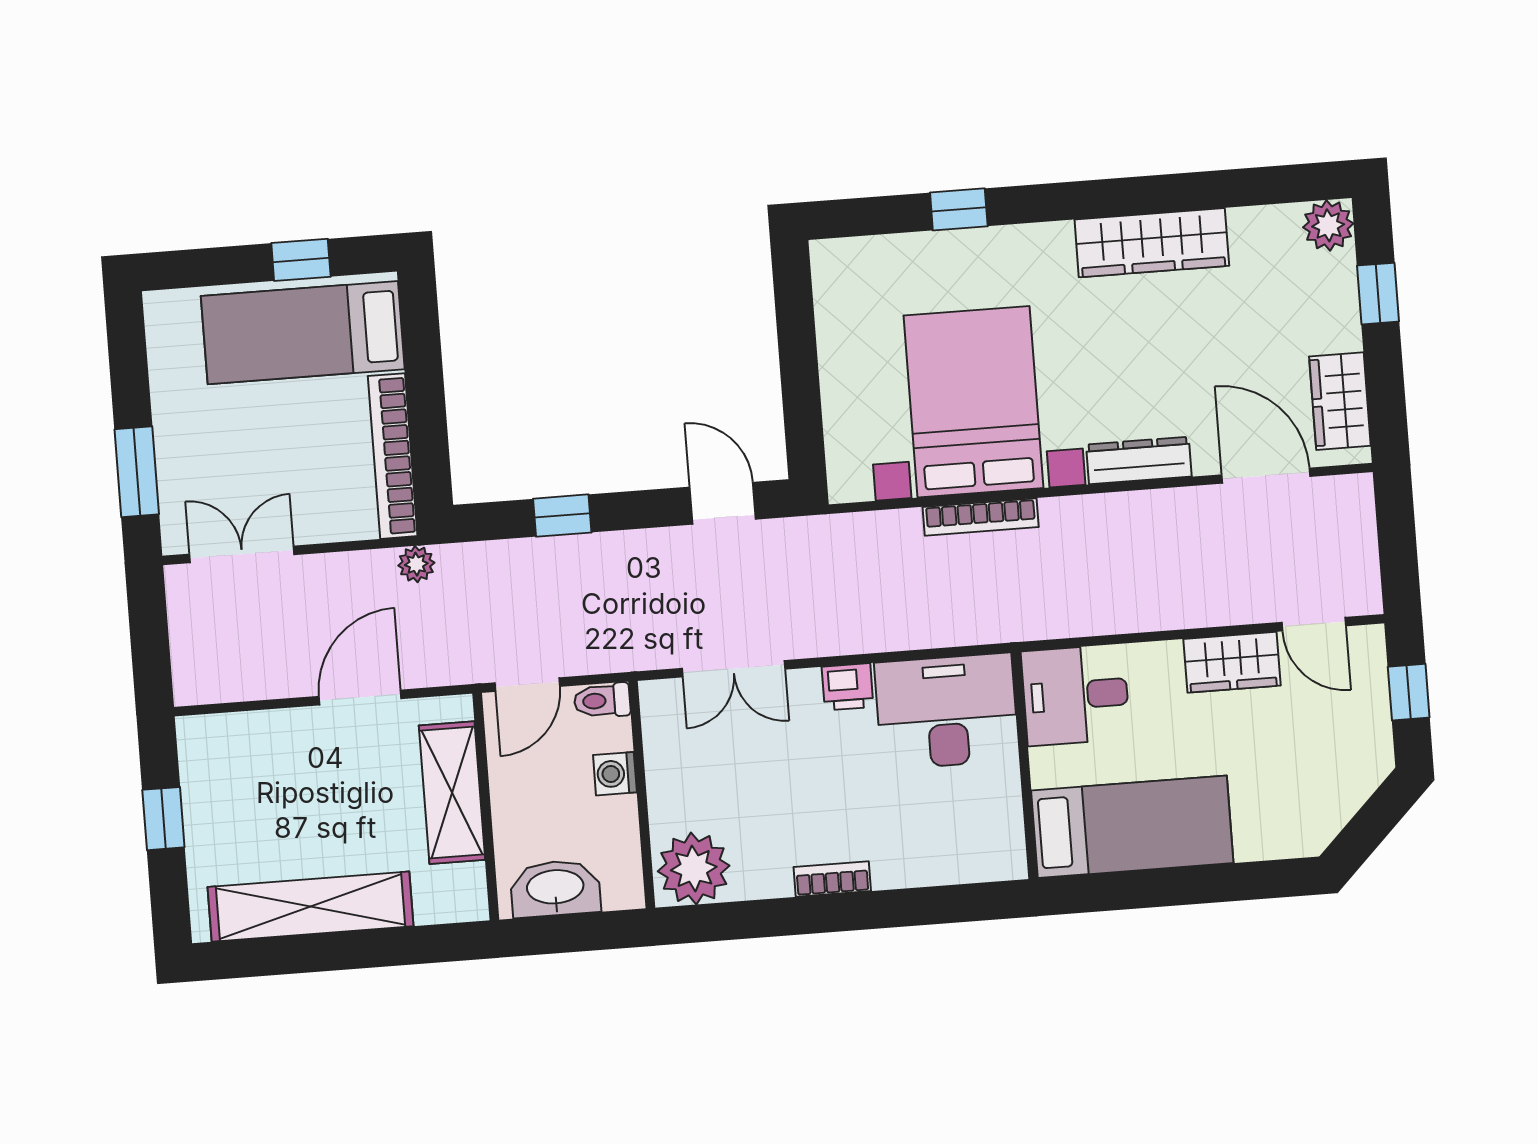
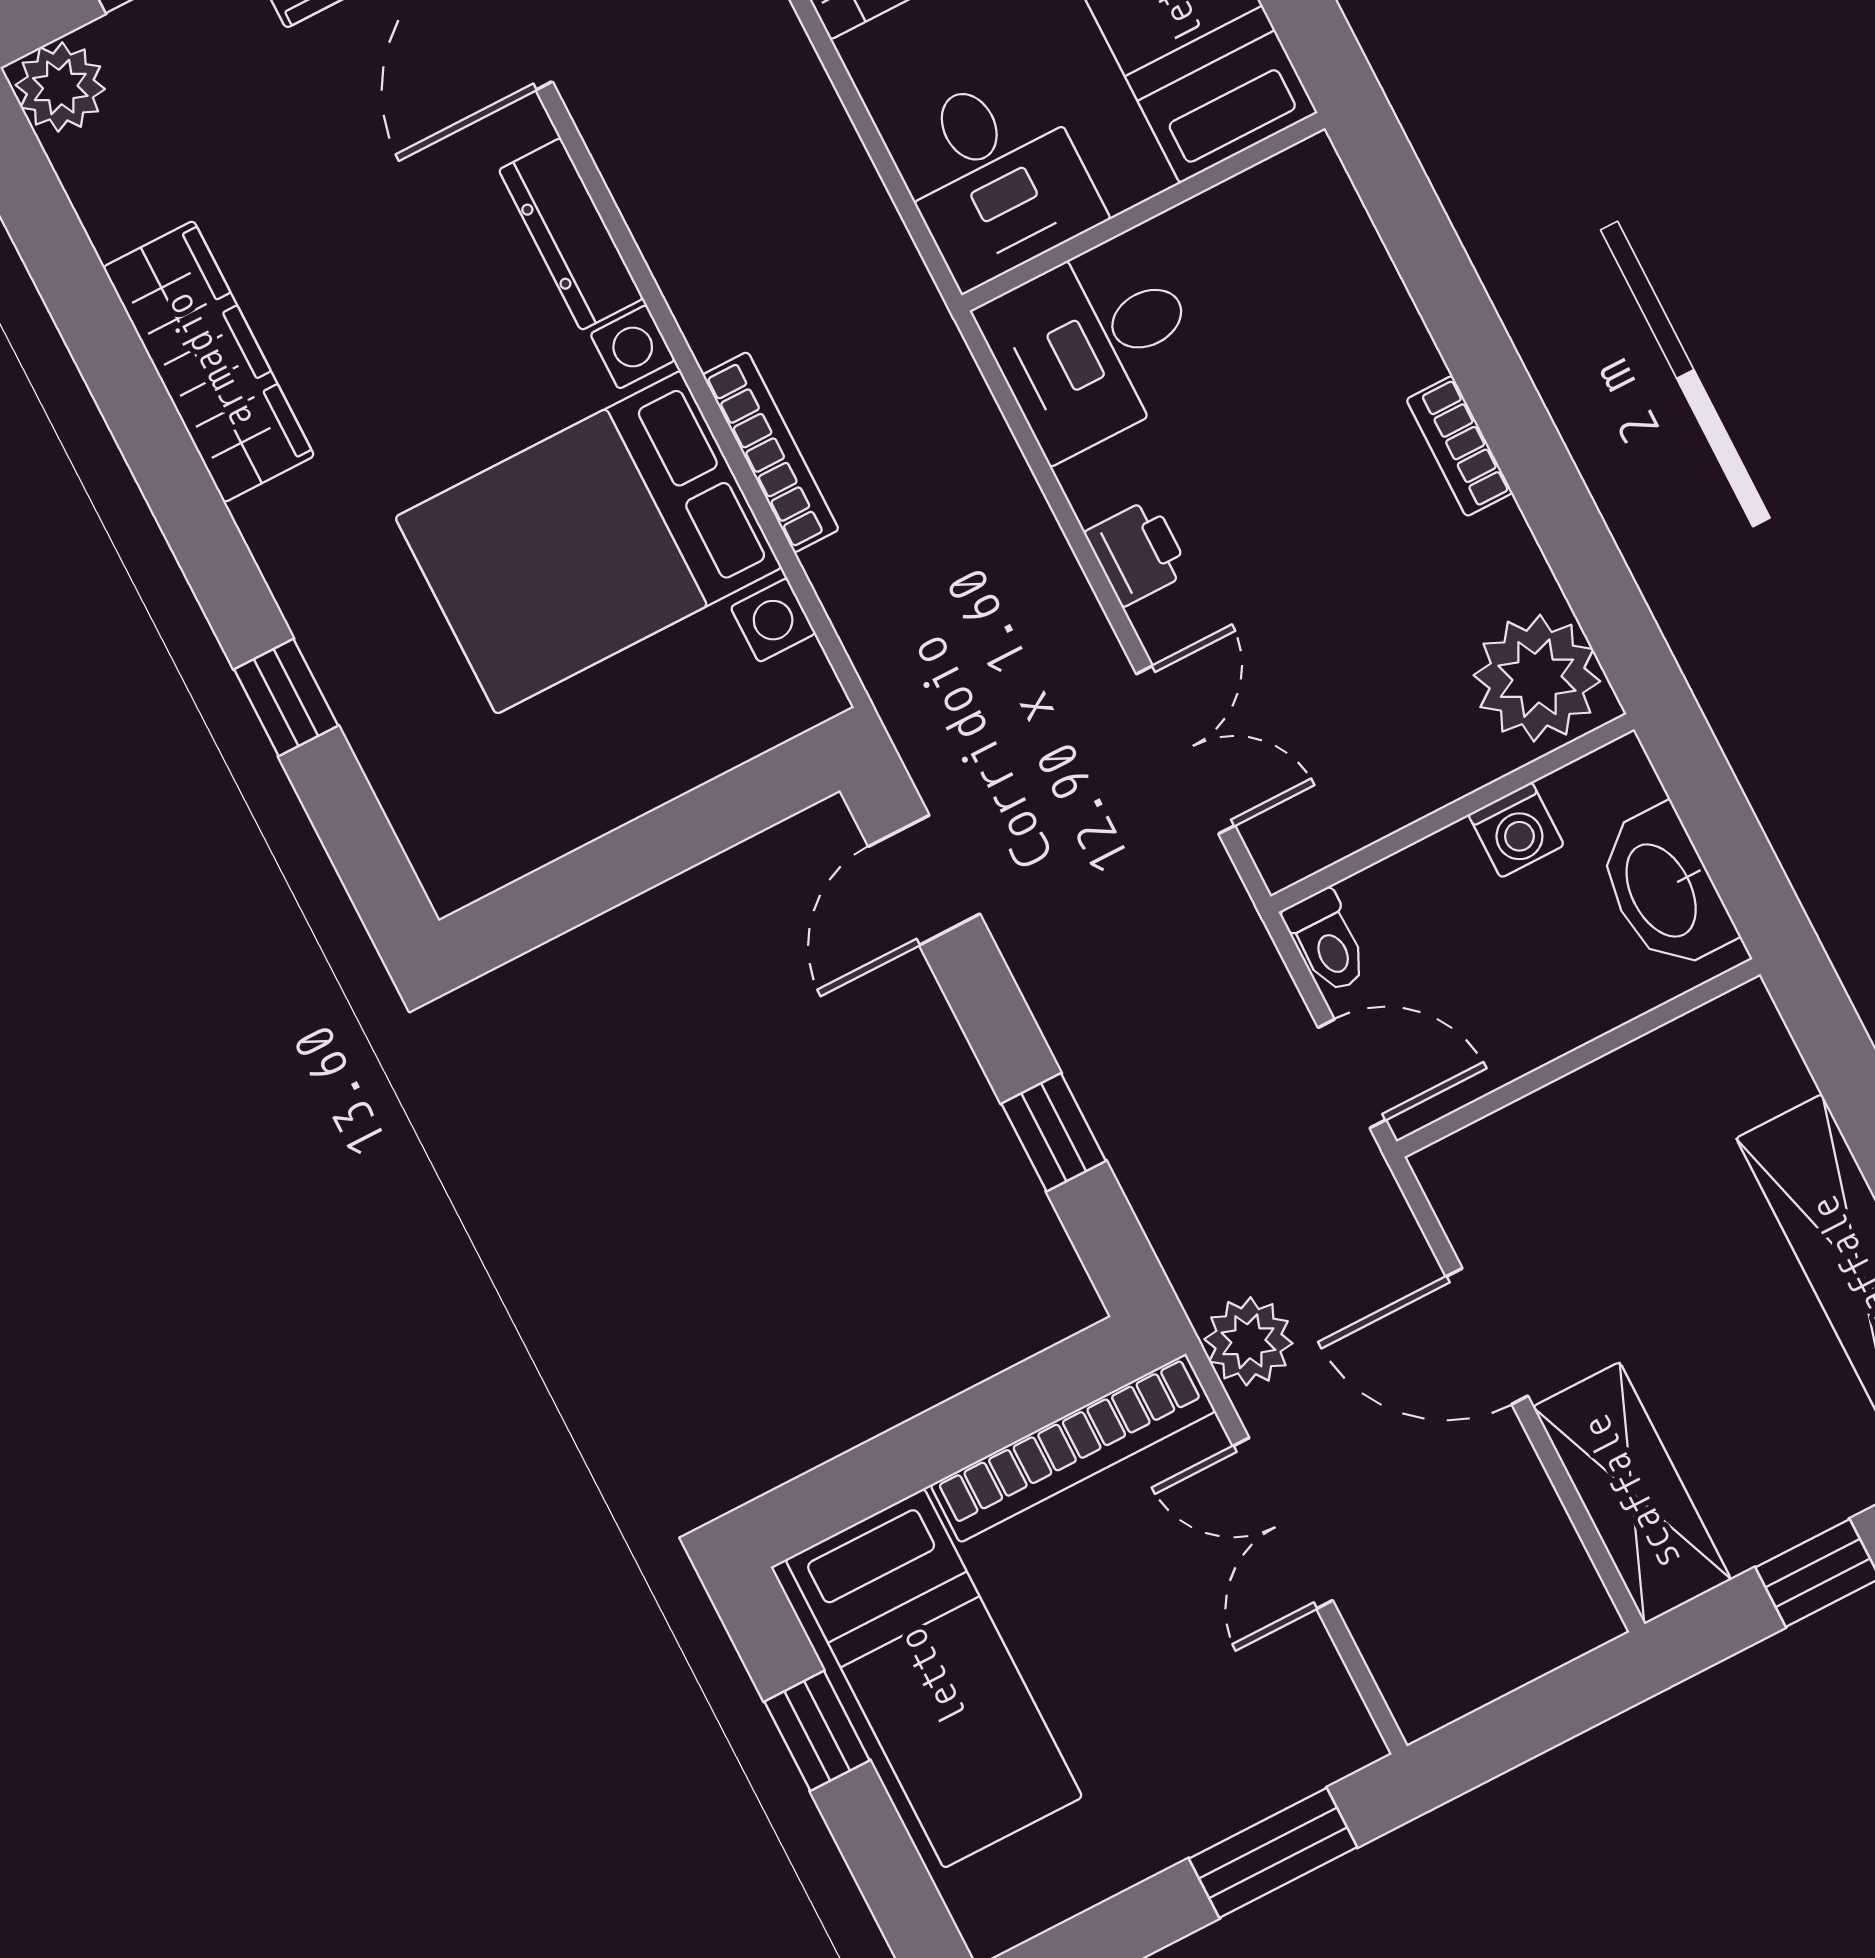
double door: (242, 554) -> (1283, 1523), moved
plant: (416, 564) -> (1248, 1341), width x1.38, depth x1.38
desk: (947, 711) -> (1094, 346), width x0.73
washing machine: (615, 774) -> (1516, 830), moved
shelving: (452, 793) -> (1632, 1493), moved, turned 90

